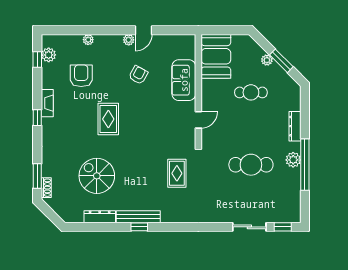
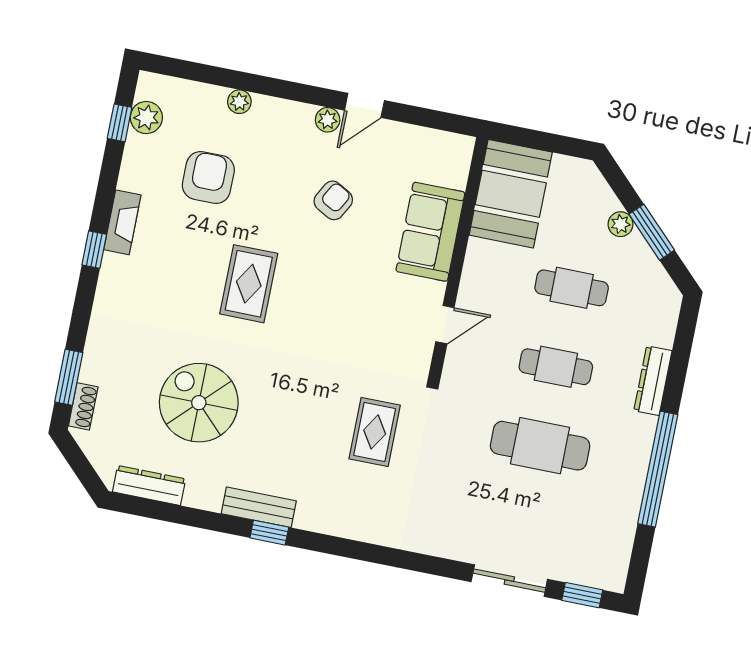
cafe table: (251, 129) -> (556, 367), added
plant: (293, 160) -> (634, 453), removed
dresser: (100, 217) -> (149, 485), moved
bench: (138, 217) -> (259, 507), width x0.73

